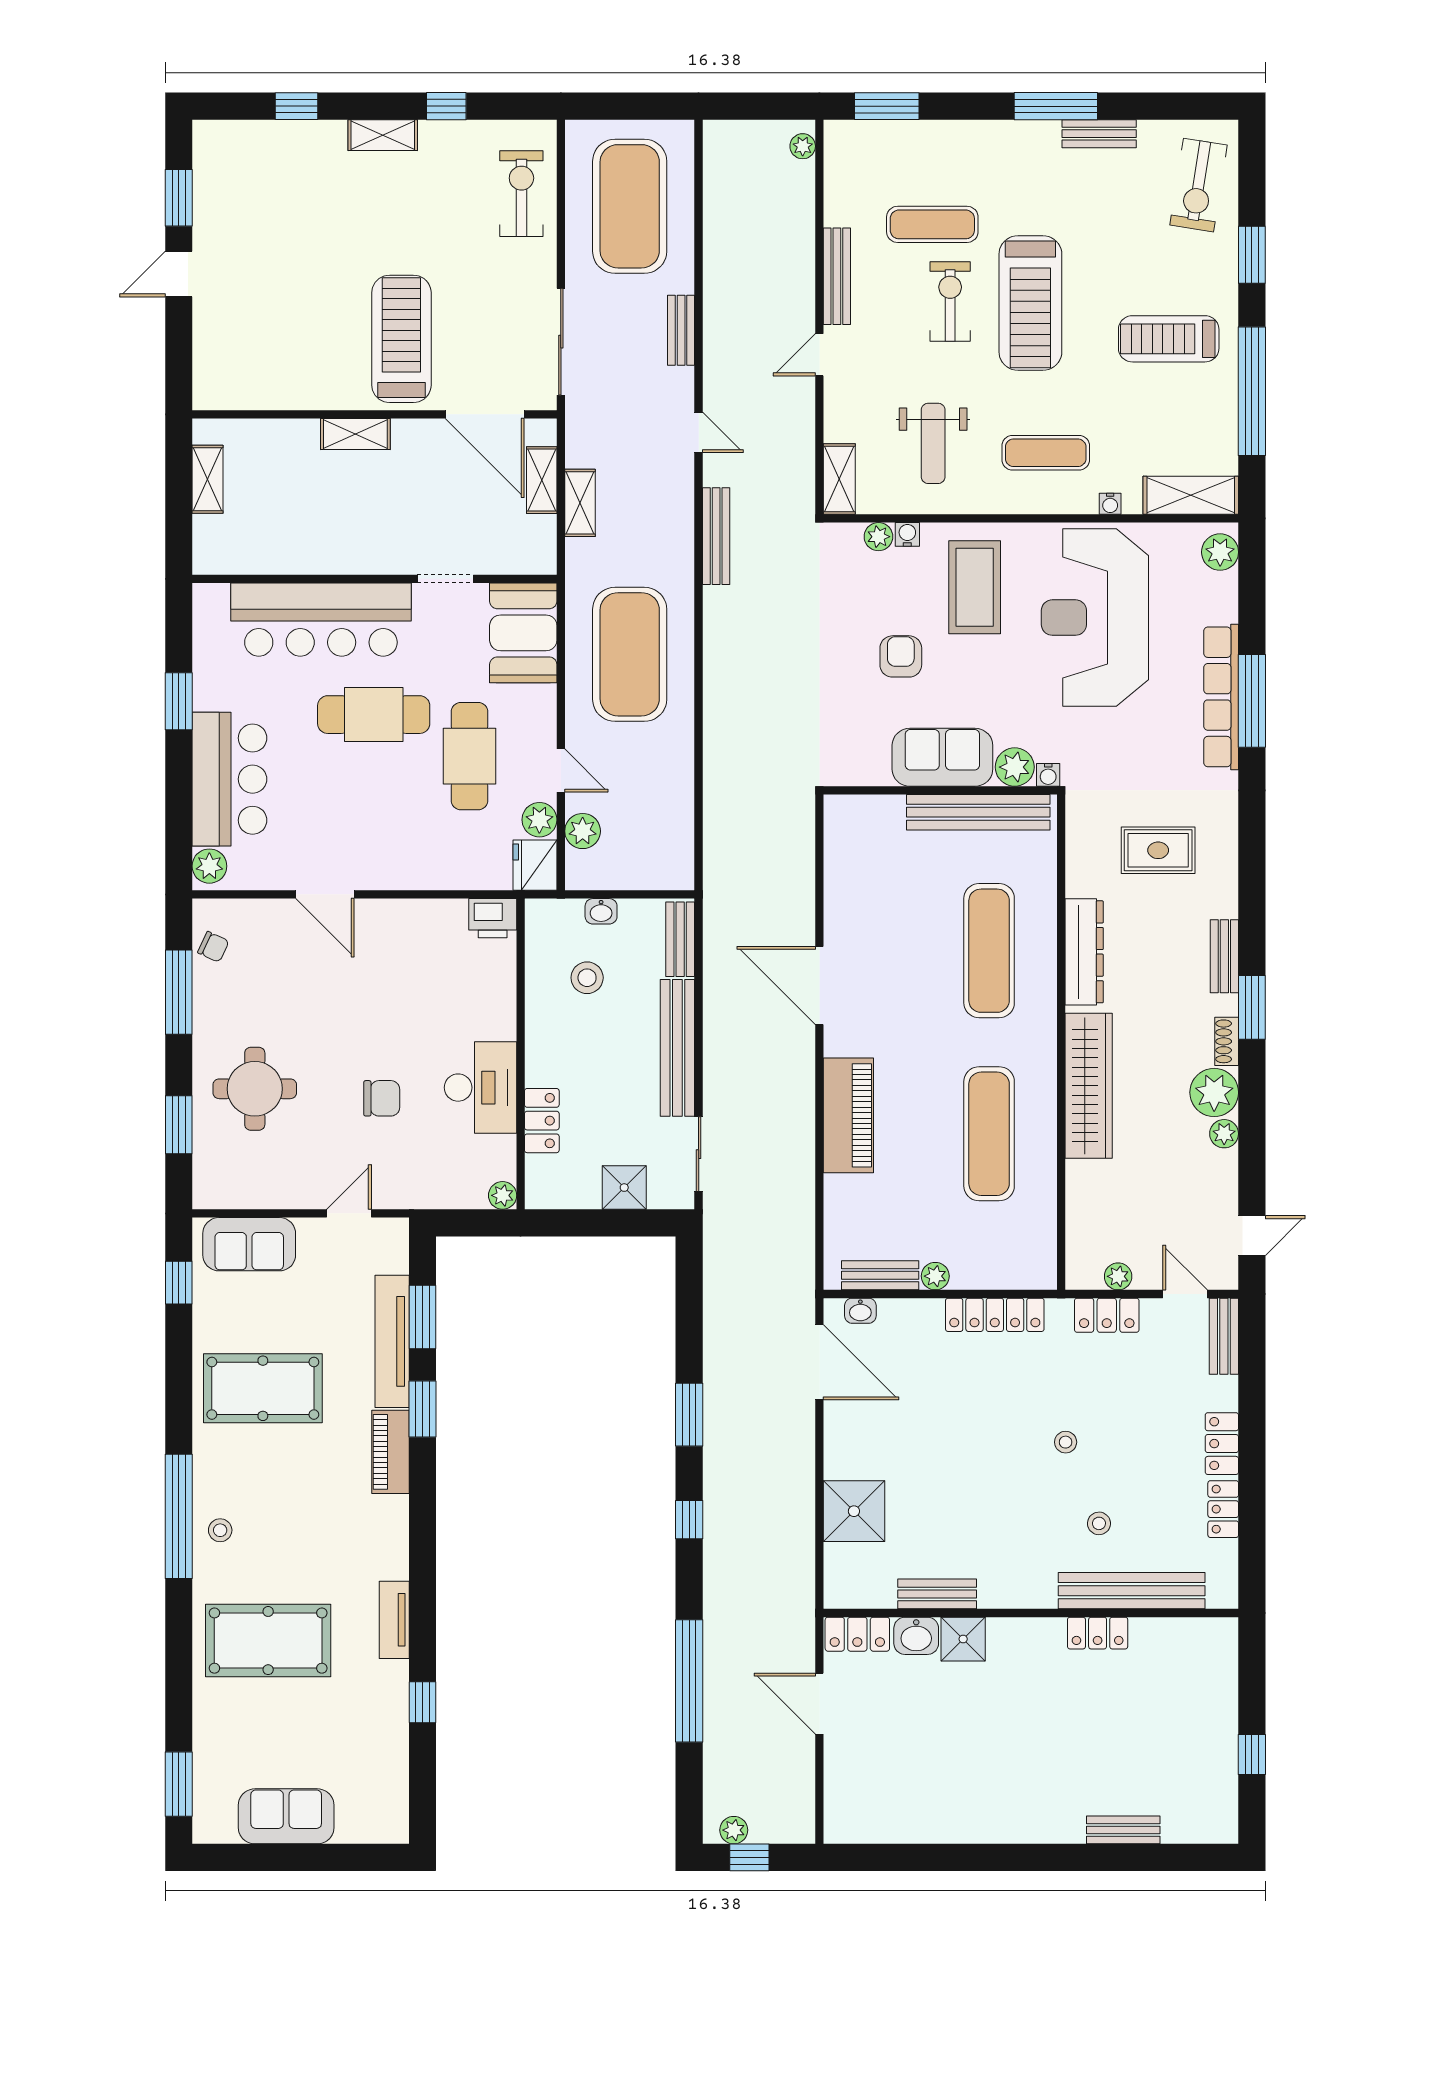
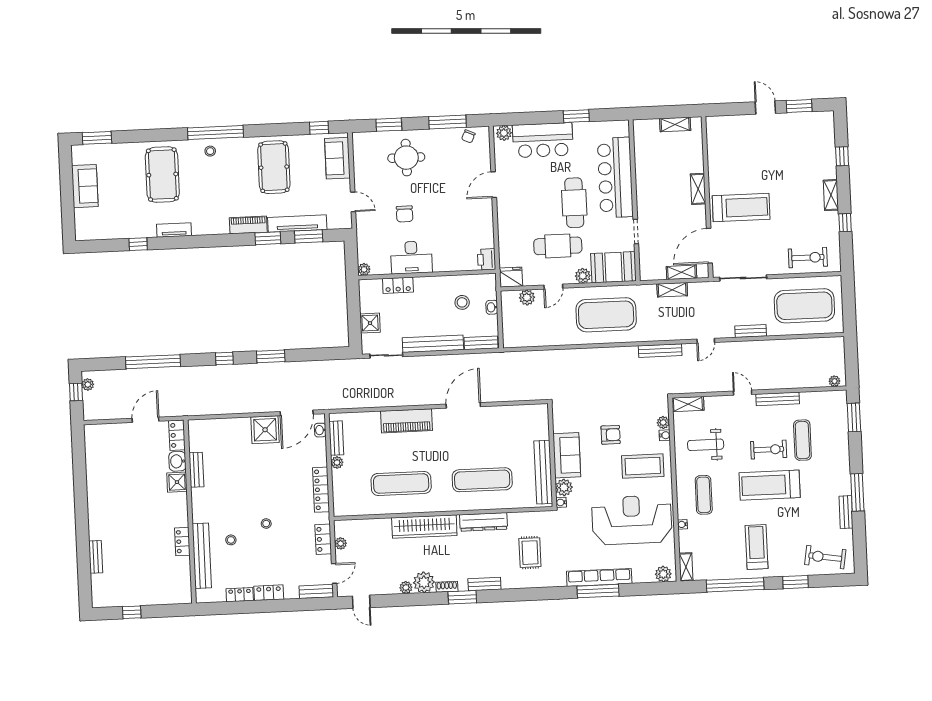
shelving: (1191, 495) -> (686, 567), width x0.67, depth x0.75
plant: (539, 820) -> (583, 276), moved
shower: (854, 1511) -> (265, 430), moved

